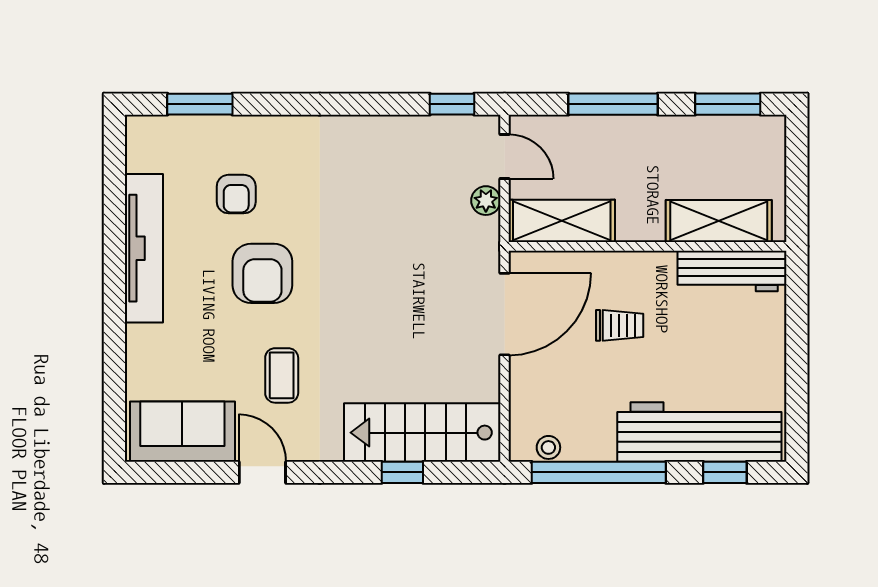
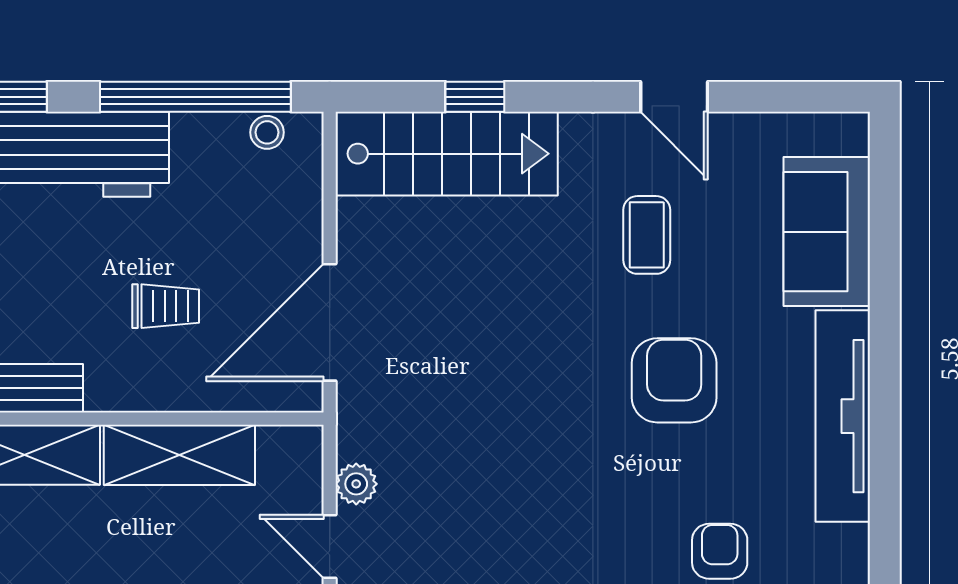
armchair: (236, 194) -> (720, 551), moved
shelving: (562, 221) -> (179, 455), moved
trolley: (620, 325) -> (166, 306), turned 180
sofa: (182, 432) -> (827, 232), moved, turned 90

